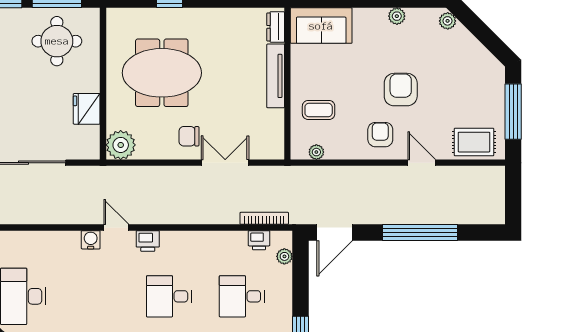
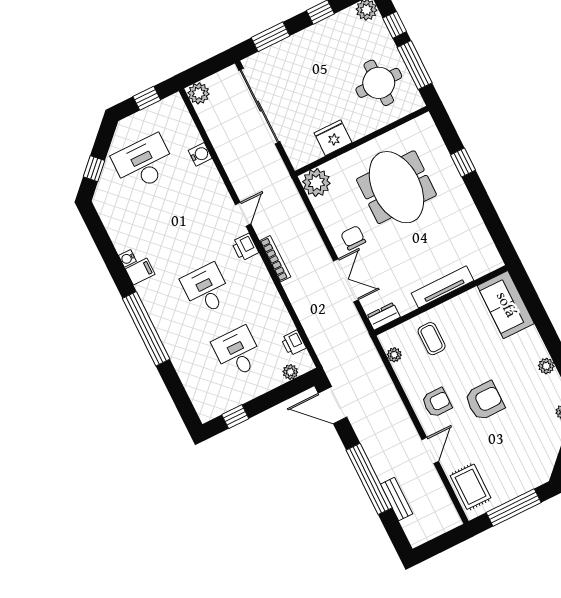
dresser: (276, 27) -> (383, 316), moved
bench: (451, 216) -> (397, 499), added
bookcase: (264, 218) -> (275, 259), moved
water cooler: (91, 240) -> (200, 154), moved

